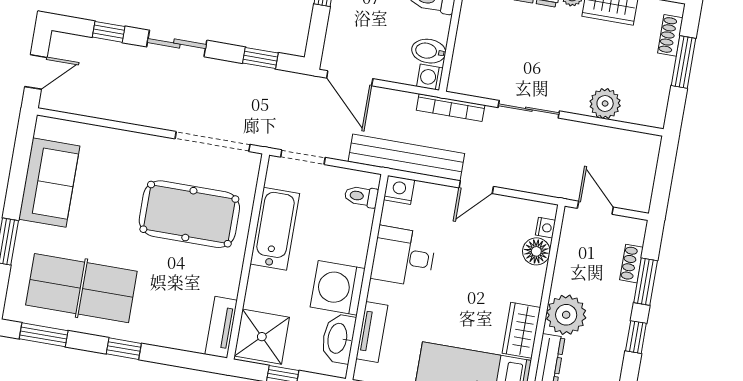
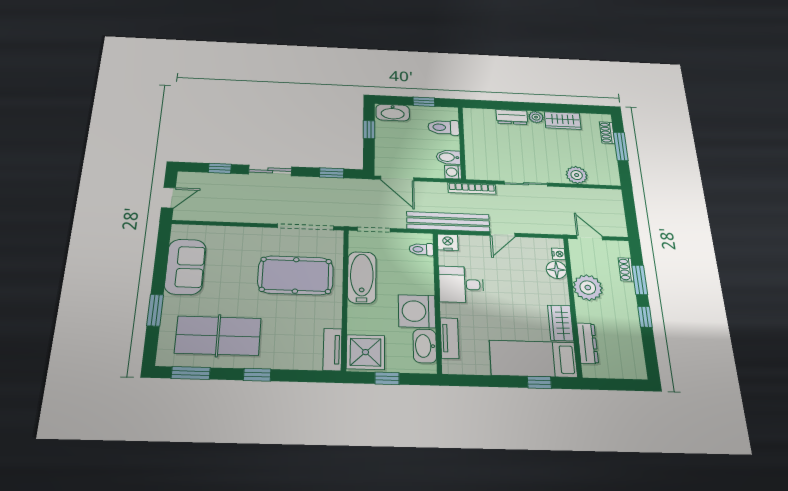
plant: (566, 315) -> (588, 288), moved

